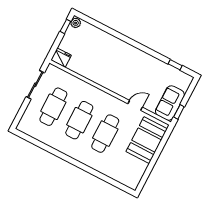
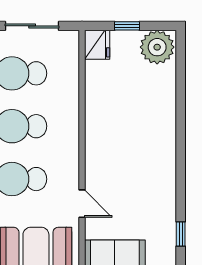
plant: (76, 23) -> (157, 47), width x1.87, depth x1.87
window: (65, 26) -> (127, 26), moved

